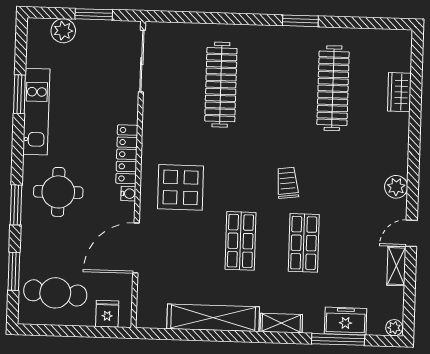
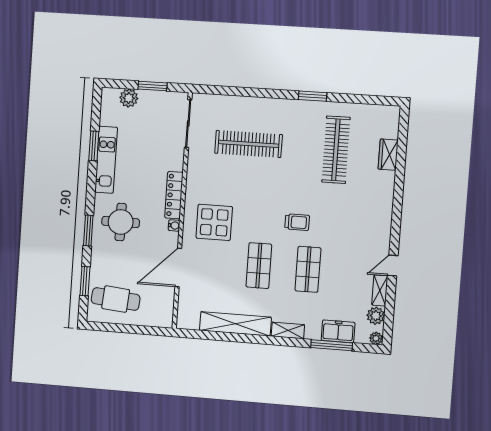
clothes rail: (221, 85) -> (248, 144), turned 90
trolley: (287, 183) -> (297, 222), turned 97
plant: (396, 187) -> (376, 316), moved
fridge: (107, 314) -> (154, 317), removed

